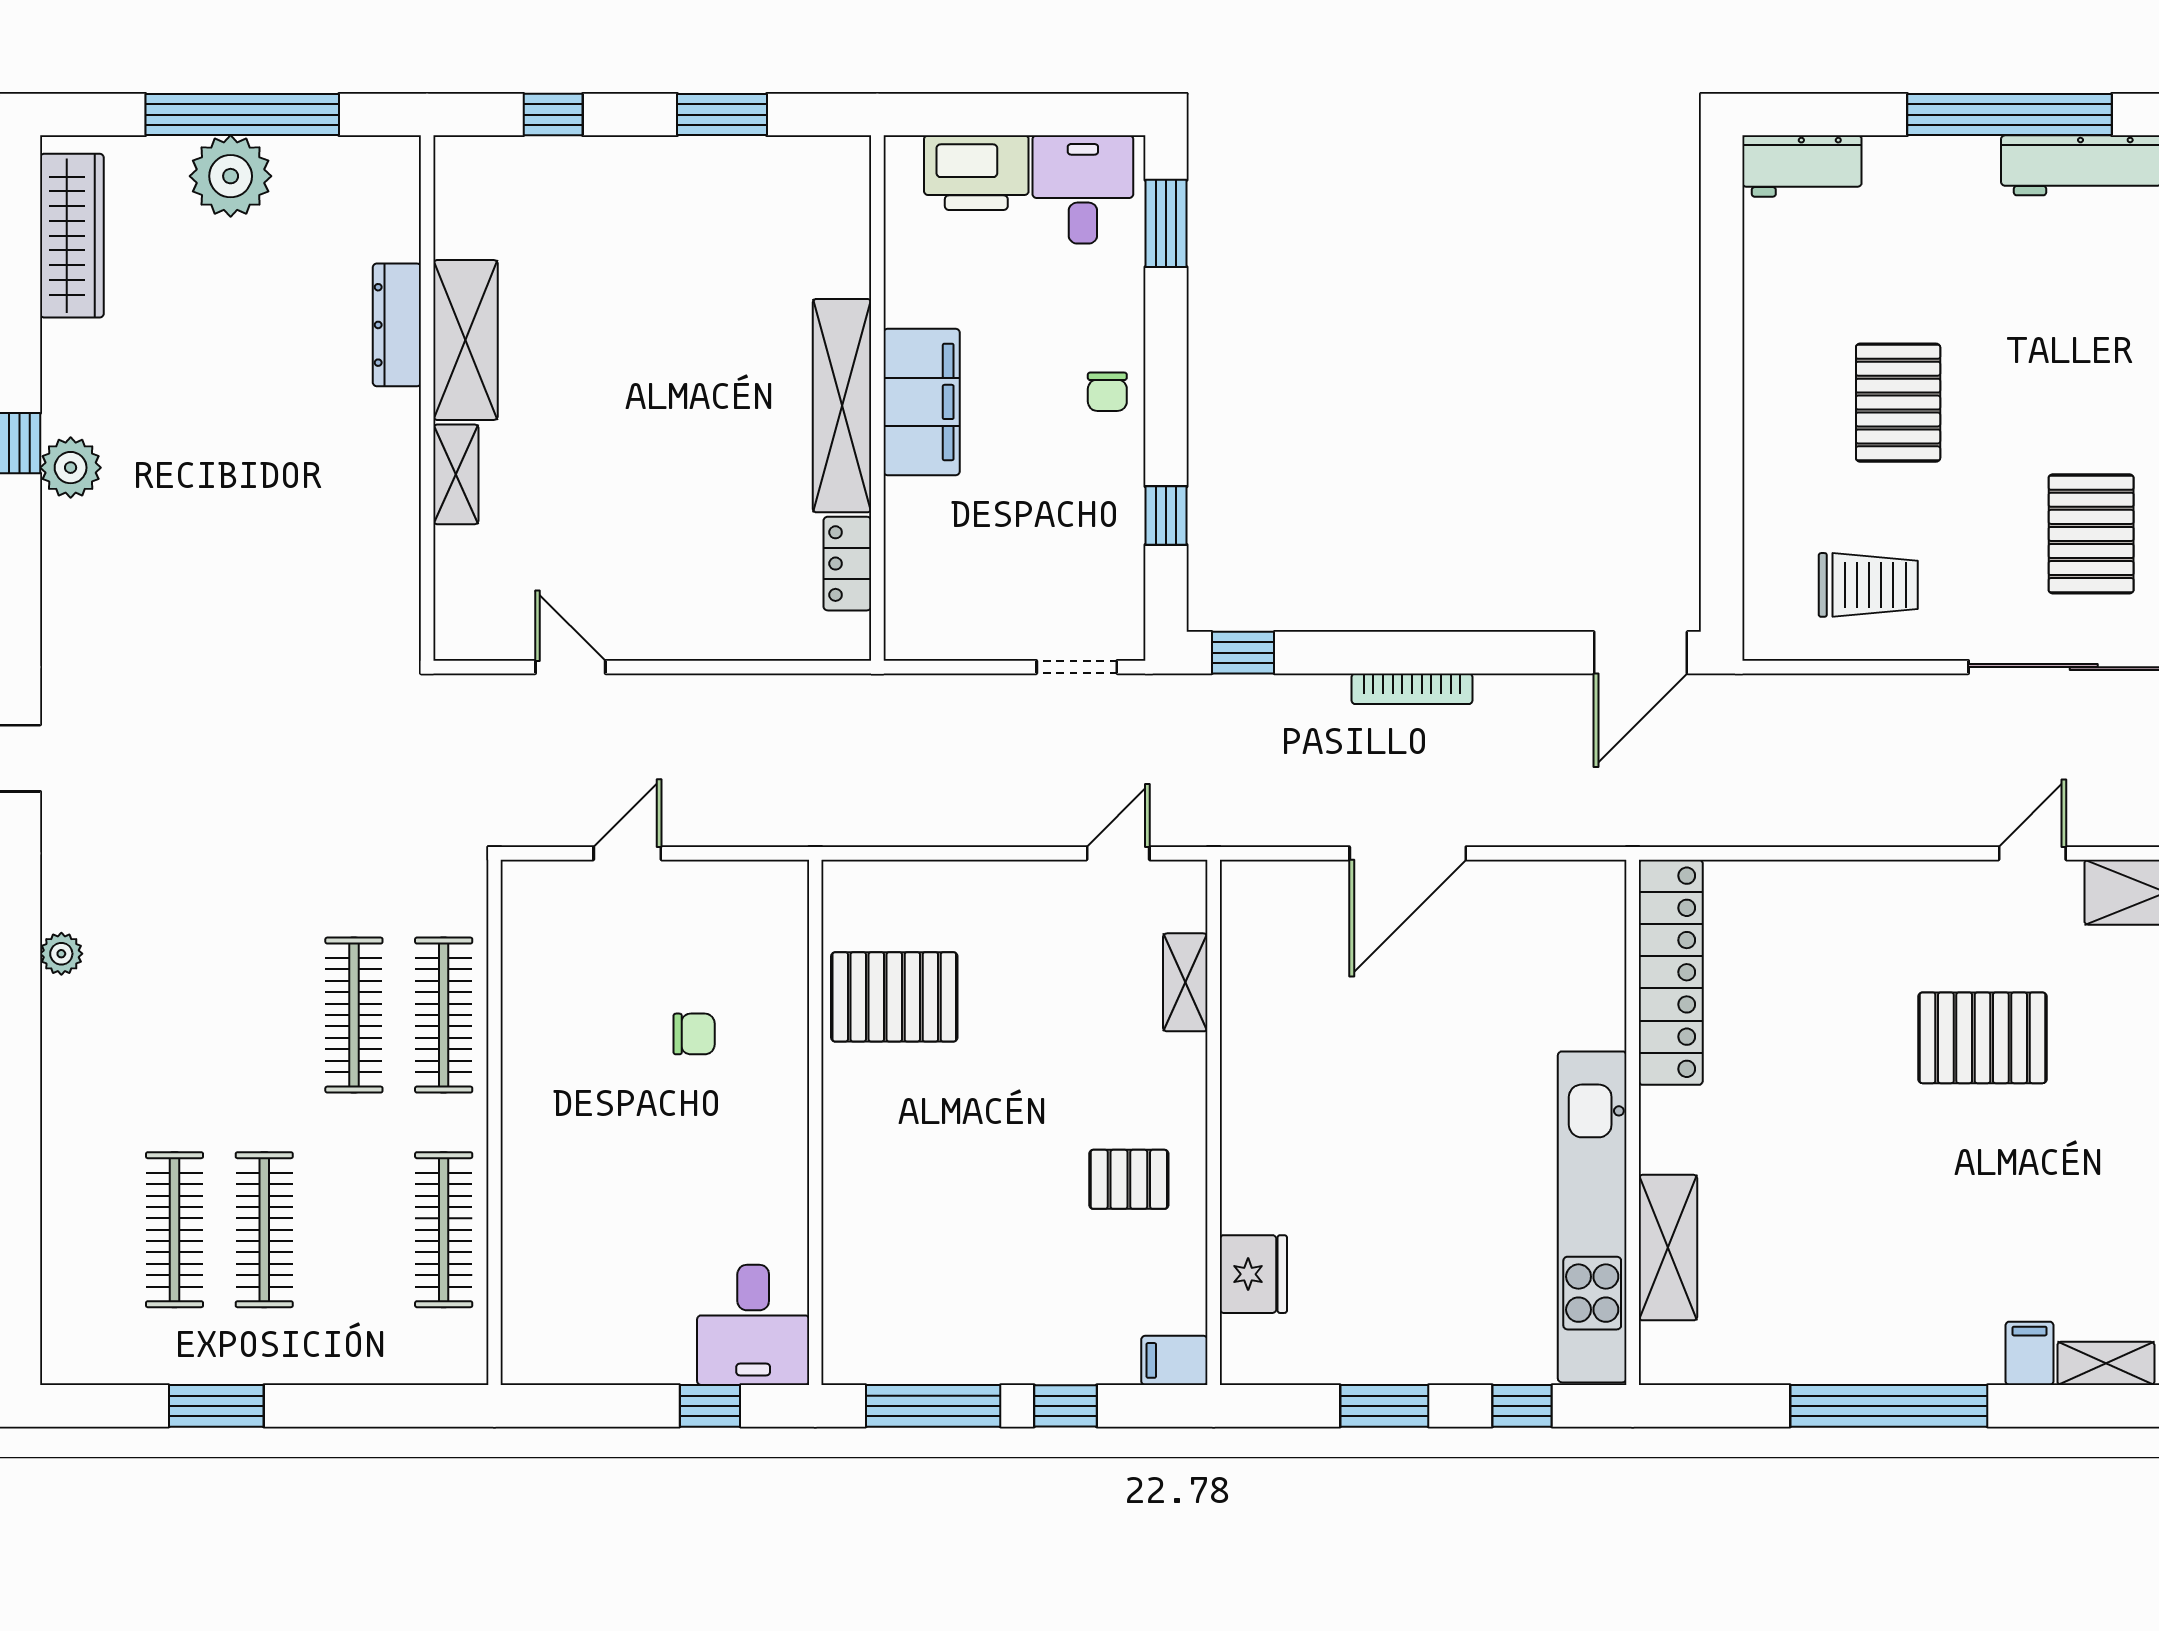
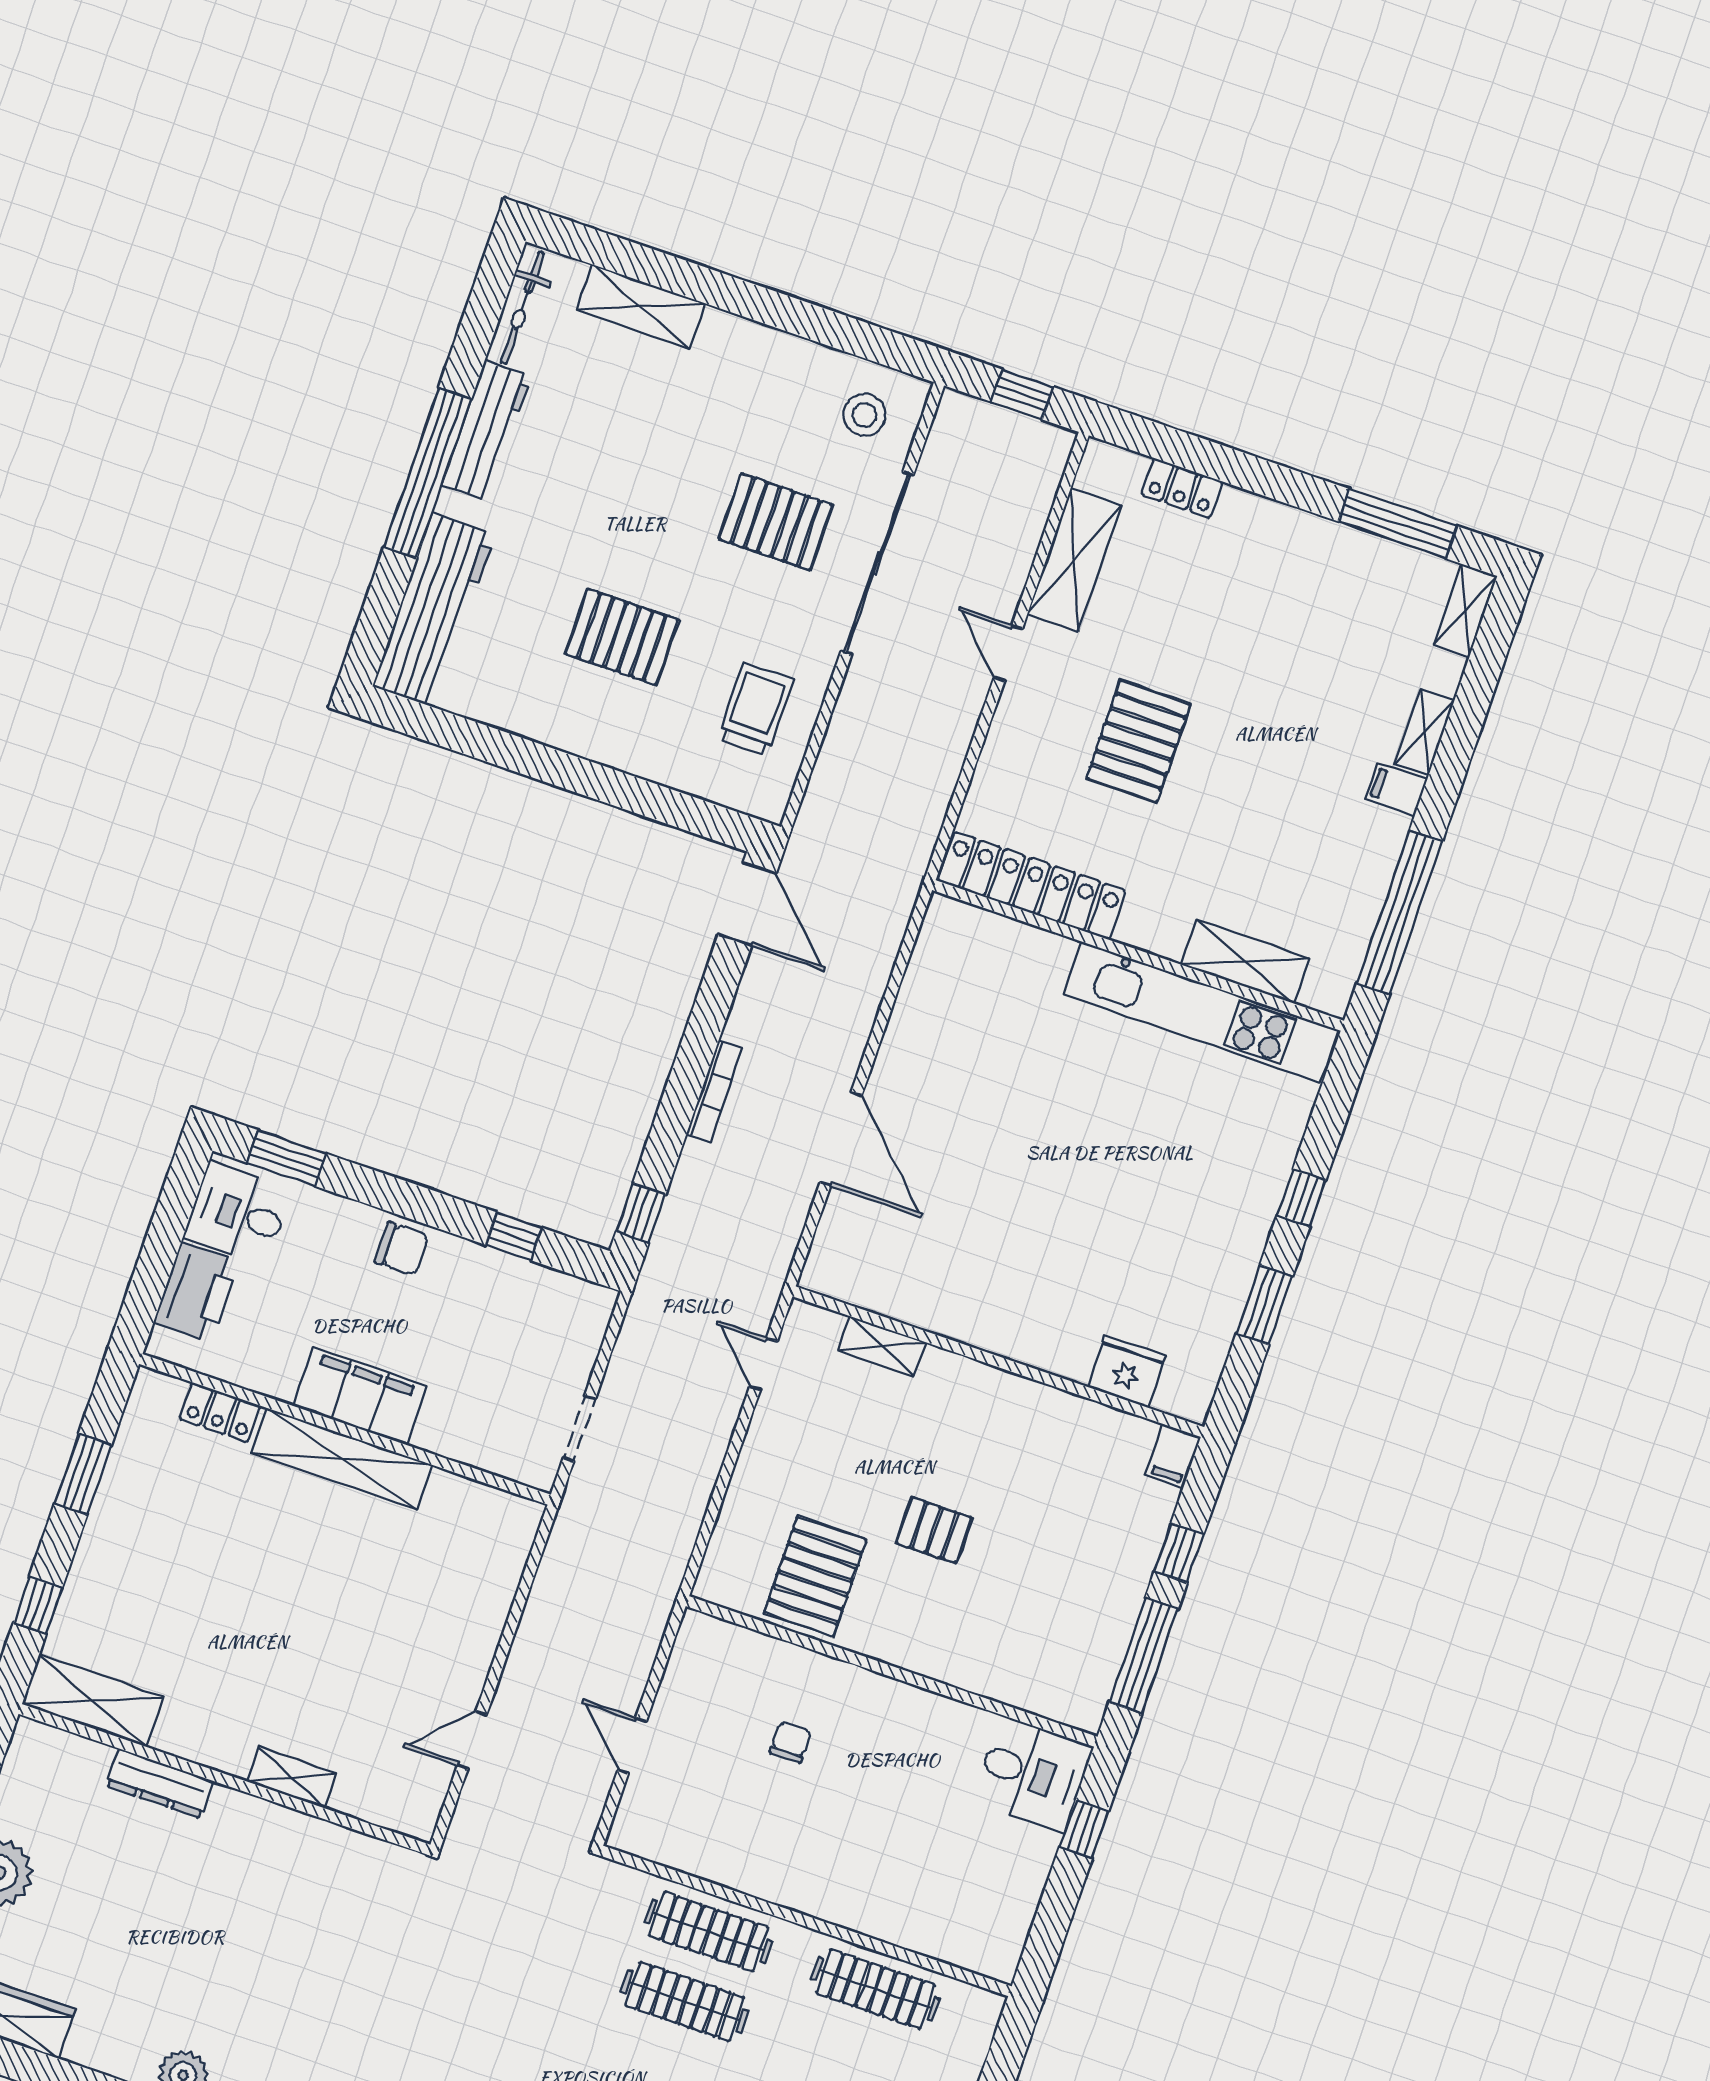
workbench: (1802, 166) -> (434, 610), width x1.88, depth x1.32
shelving: (465, 340) -> (93, 1701), moved
chair: (1107, 392) -> (402, 1249), width x1.37, depth x1.37
locker: (847, 564) -> (220, 1412), moved
doorway: (1077, 667) -> (579, 1428), moved
locker: (1671, 972) -> (1032, 886), moved
wall: (1633, 1122) -> (1138, 955), moved
pallet: (1129, 1179) -> (934, 1530), moved, turned 90
kitchen unit: (1592, 1217) -> (1201, 1012), moved
shelving: (1668, 1248) -> (1245, 961), moved

